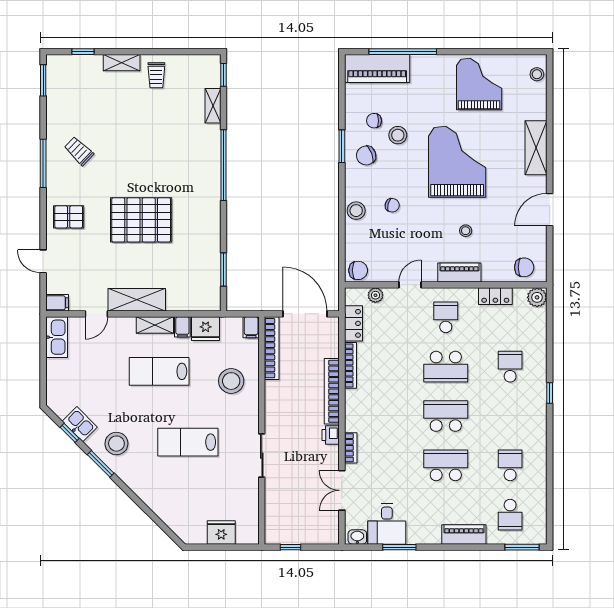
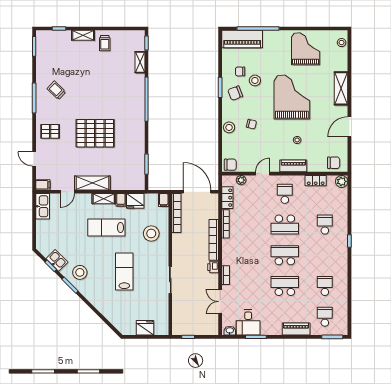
lab bench: (188, 442) -> (124, 272), turned 90
school desk: (510, 515) -> (325, 317), turned 180

